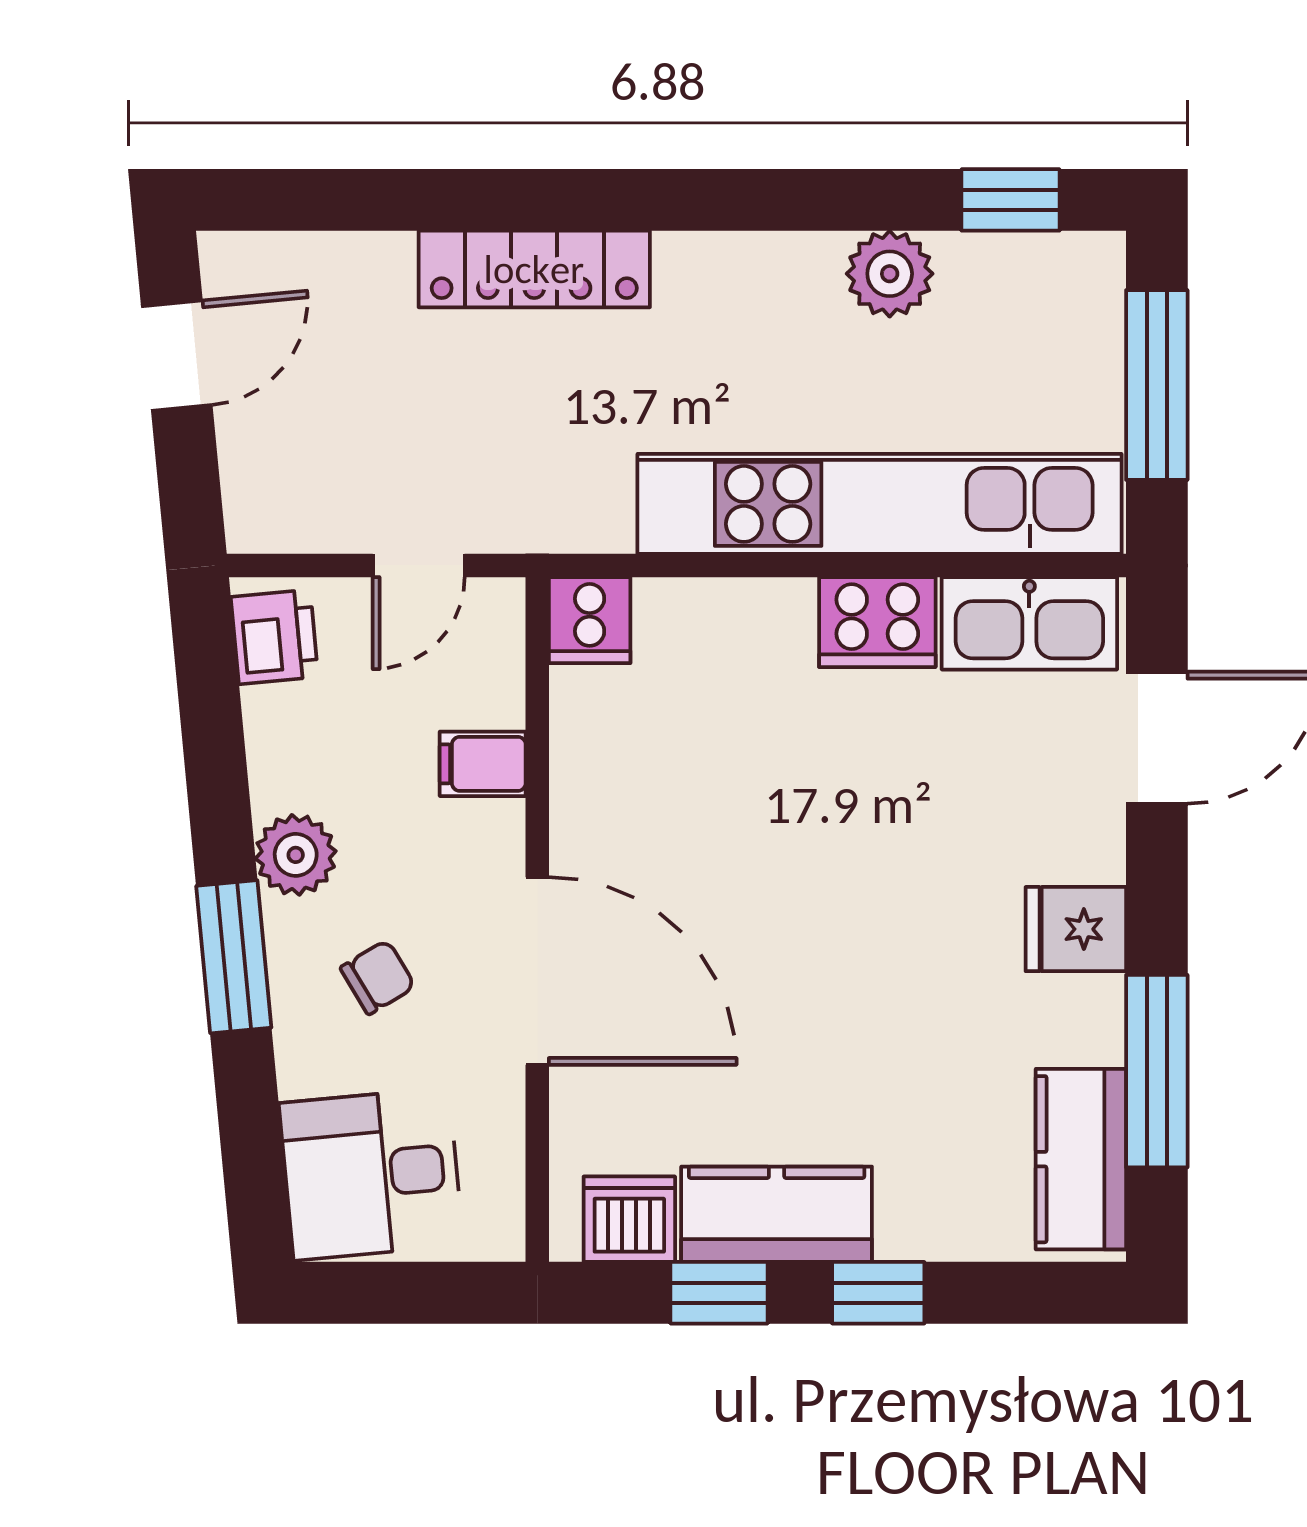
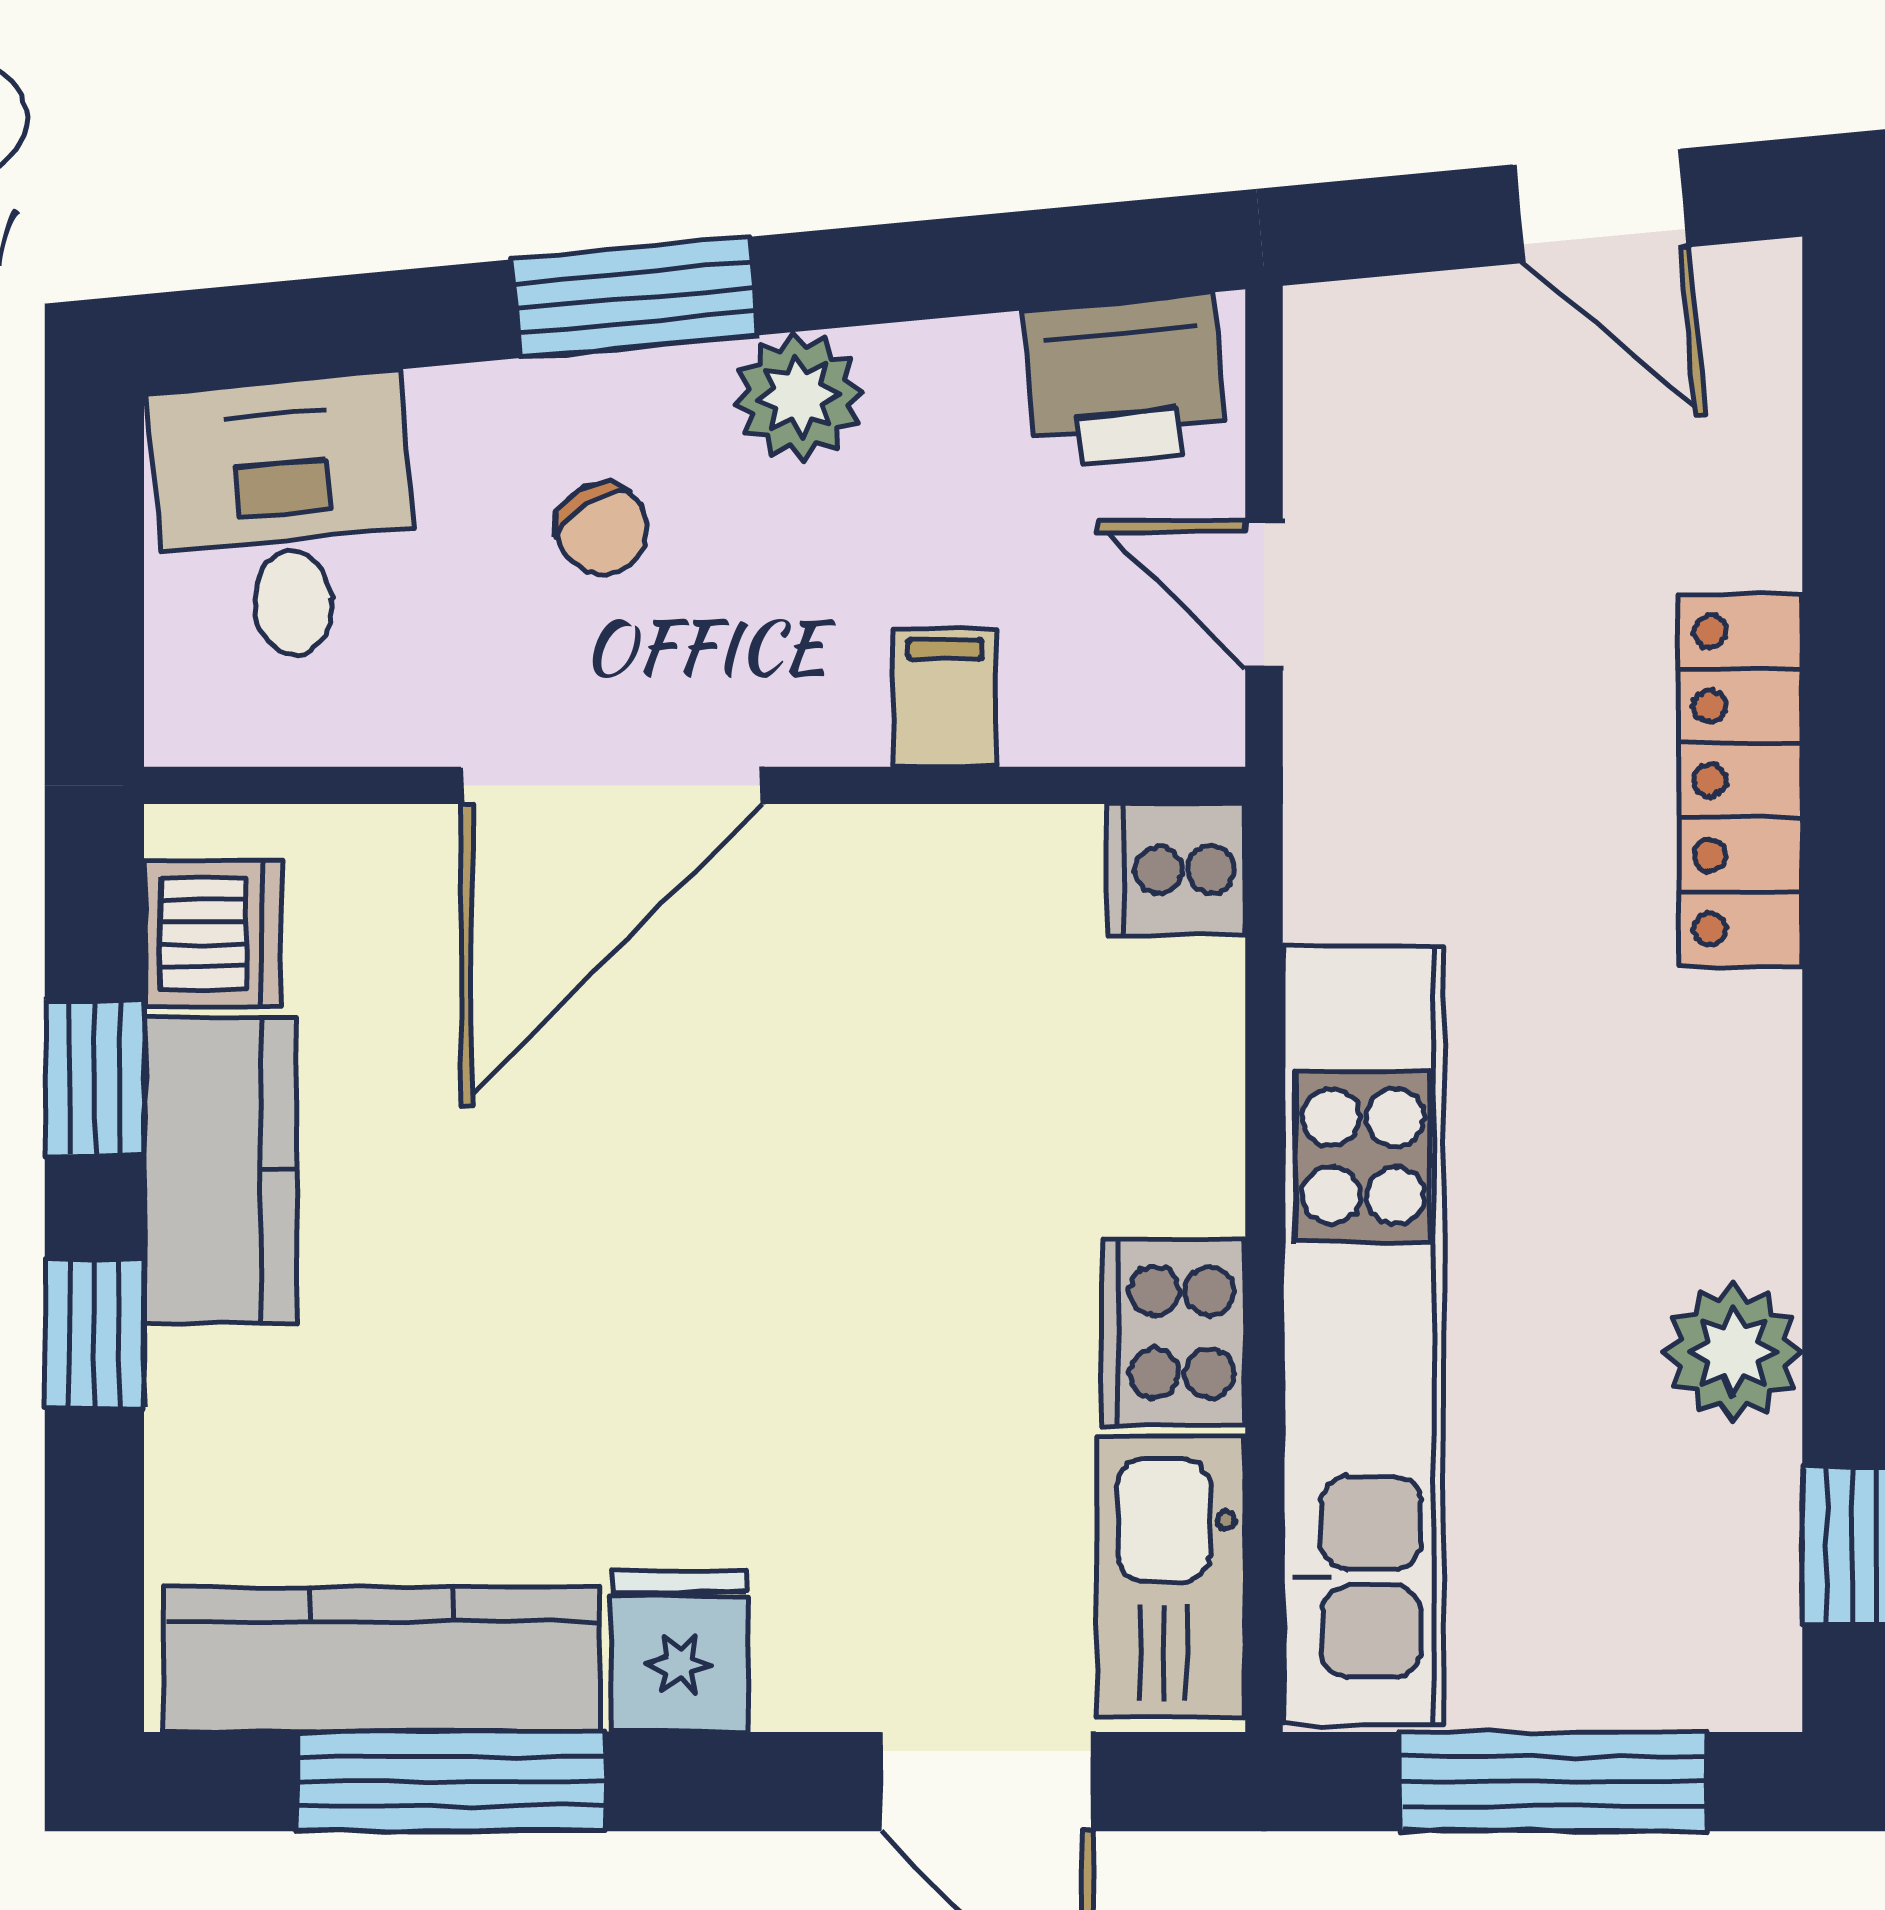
printer: (275, 637) -> (1125, 381), width x1.36, depth x1.24
kitchen counter: (1081, 1159) -> (382, 1659), width x1.50

